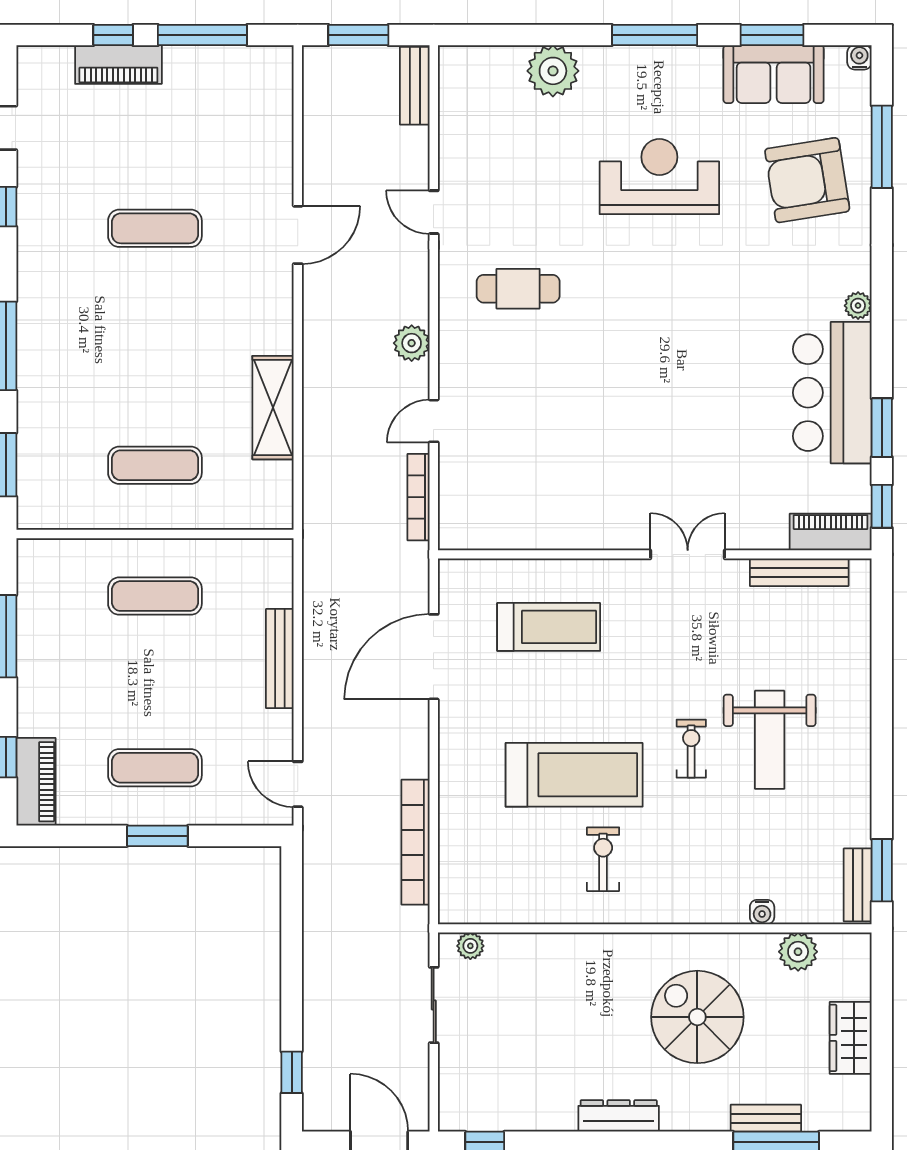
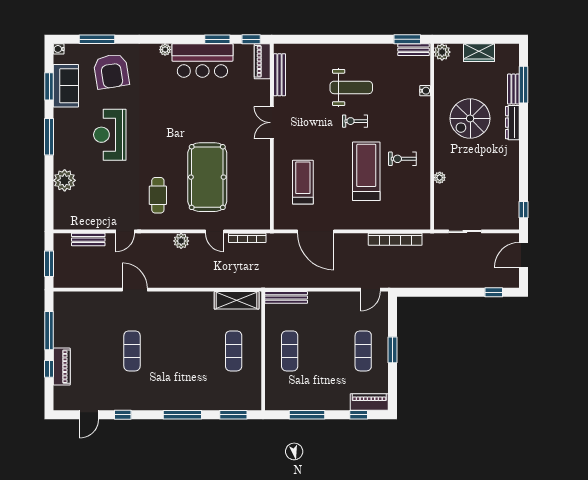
bench: (415, 86) -> (88, 240), moved
pool table: (560, 404) -> (207, 177), added
shelving: (273, 408) -> (237, 300), moved
bench: (280, 659) -> (286, 297), moved
plant: (470, 946) -> (440, 178), moved
plant: (798, 952) -> (442, 52), moved
dresser: (619, 1116) -> (512, 123), moved

